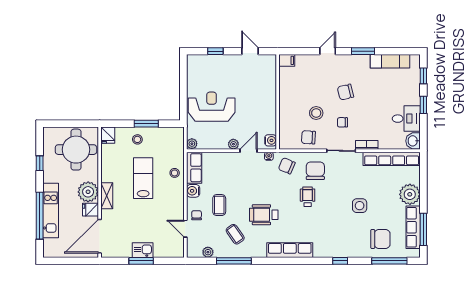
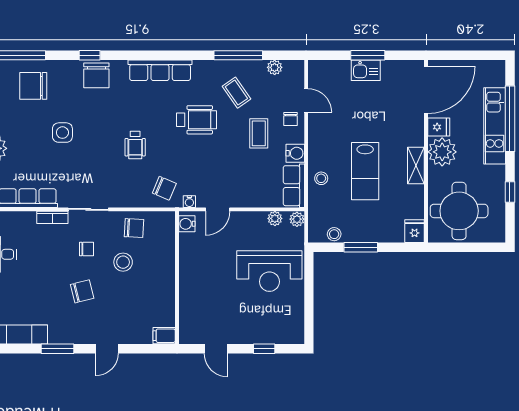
stool: (137, 139) -> (334, 234), moved
plant: (233, 144) -> (275, 218), moved
chair: (315, 171) -> (96, 75), moved
shelving: (107, 196) -> (416, 166), moved

